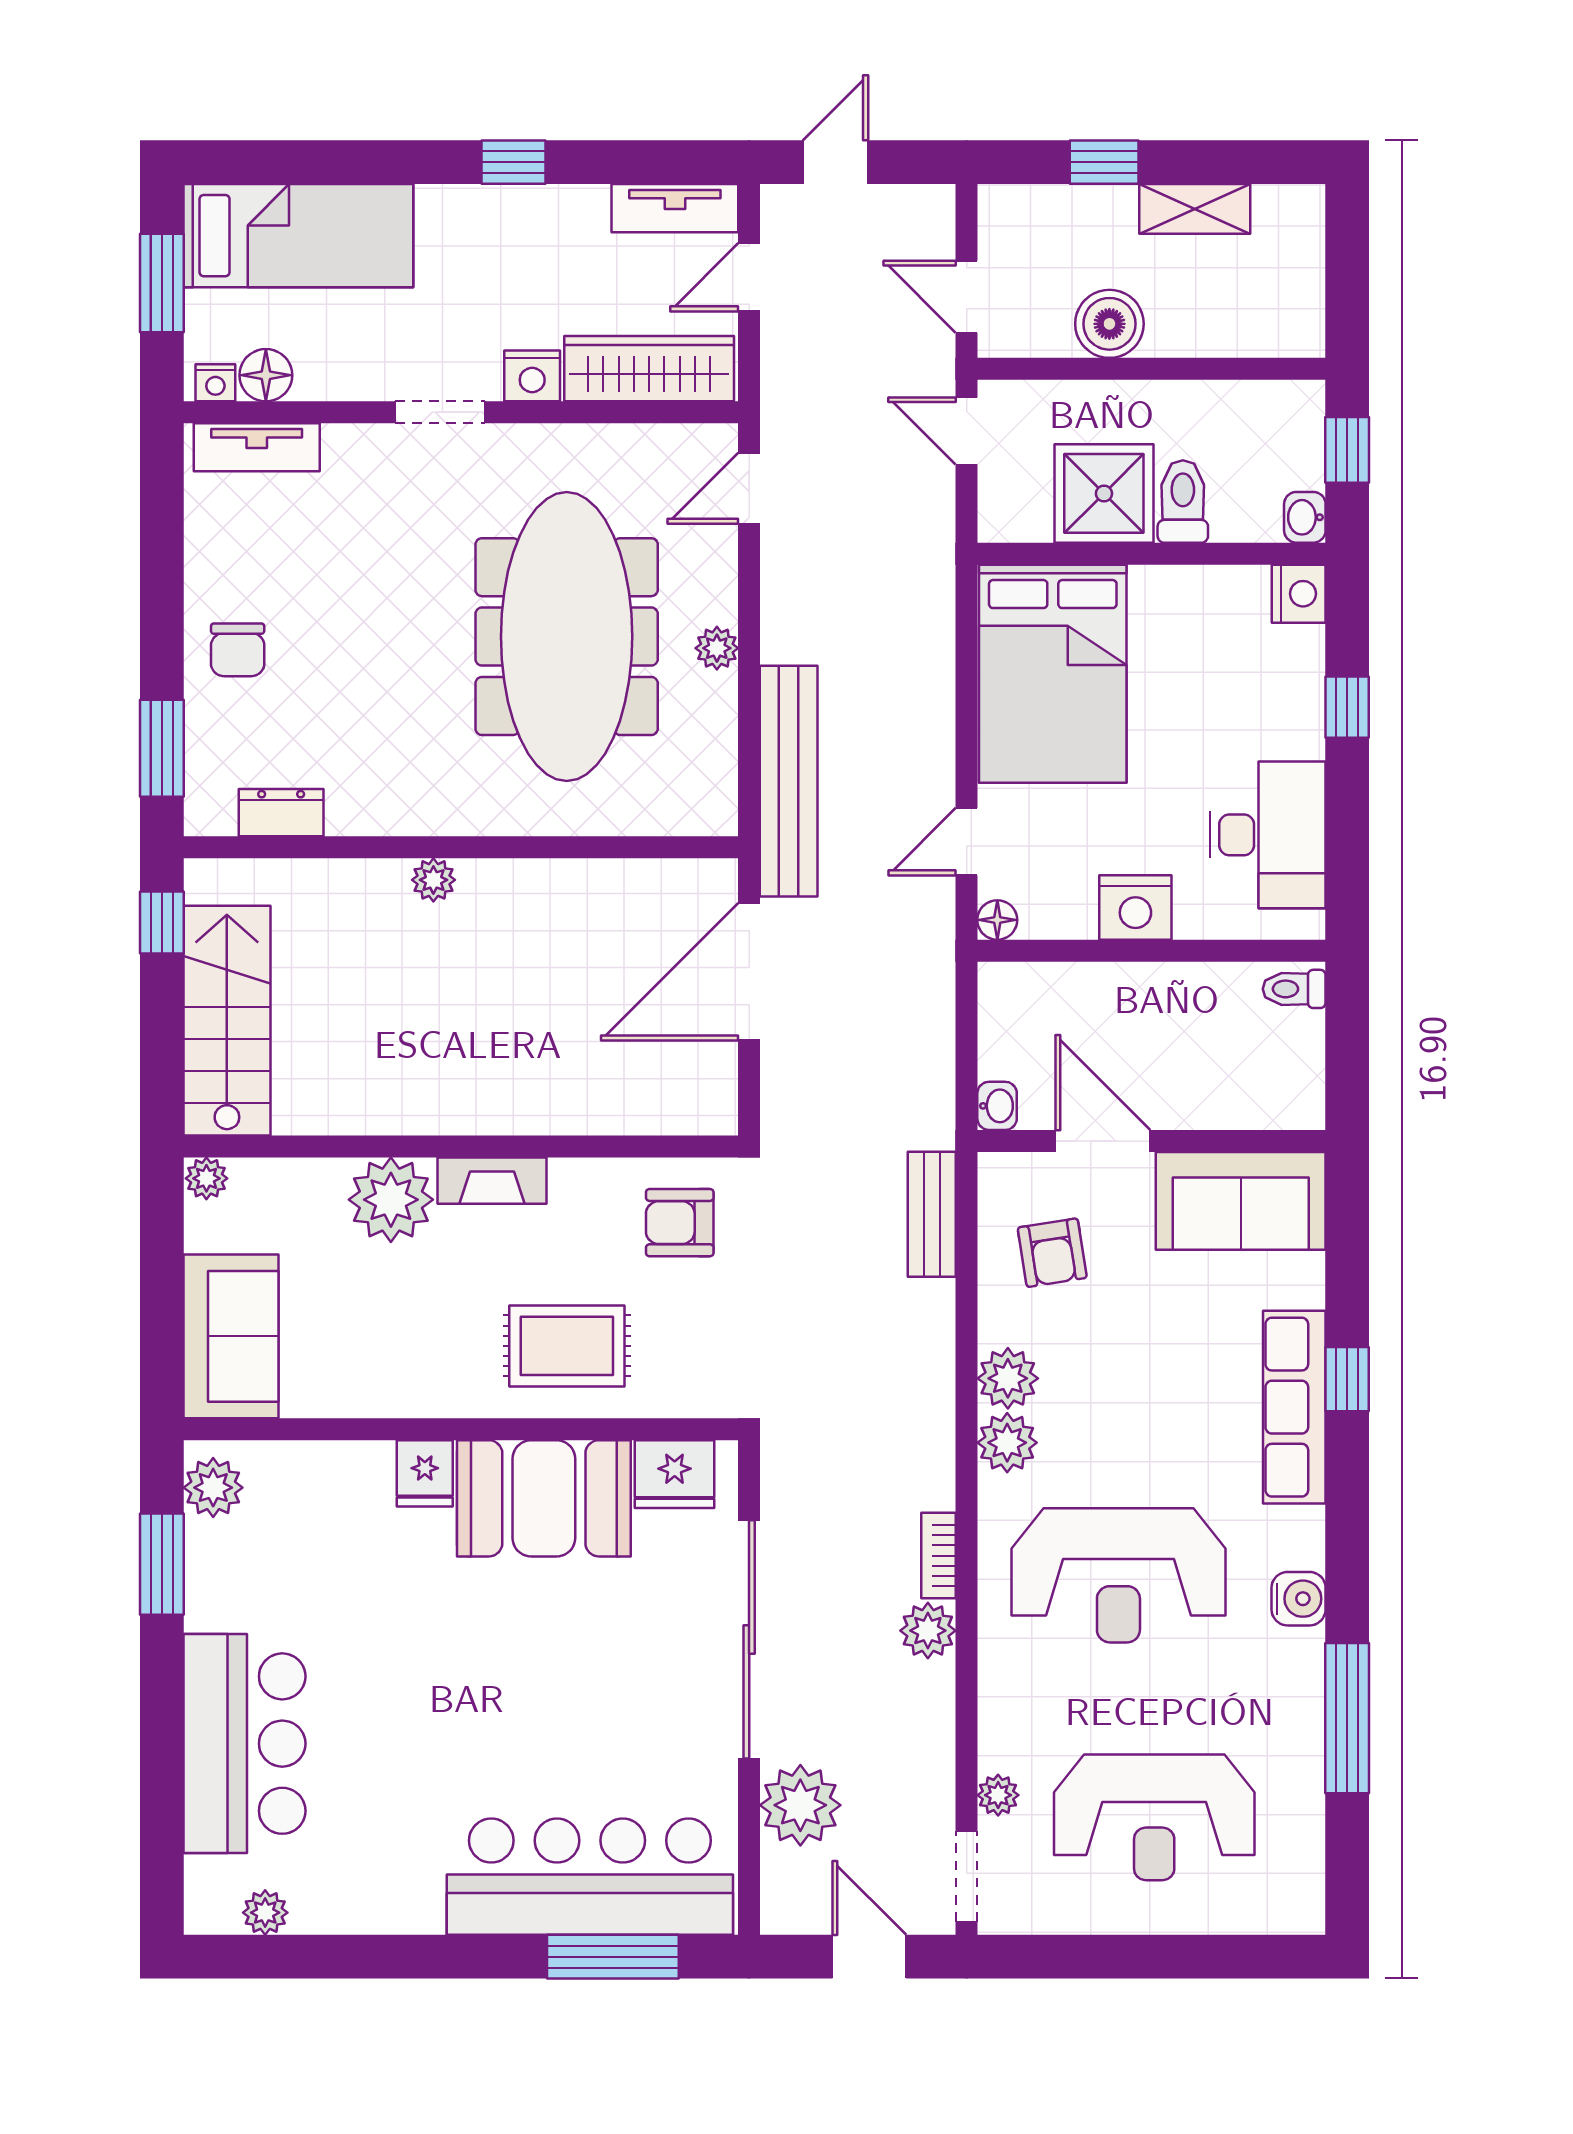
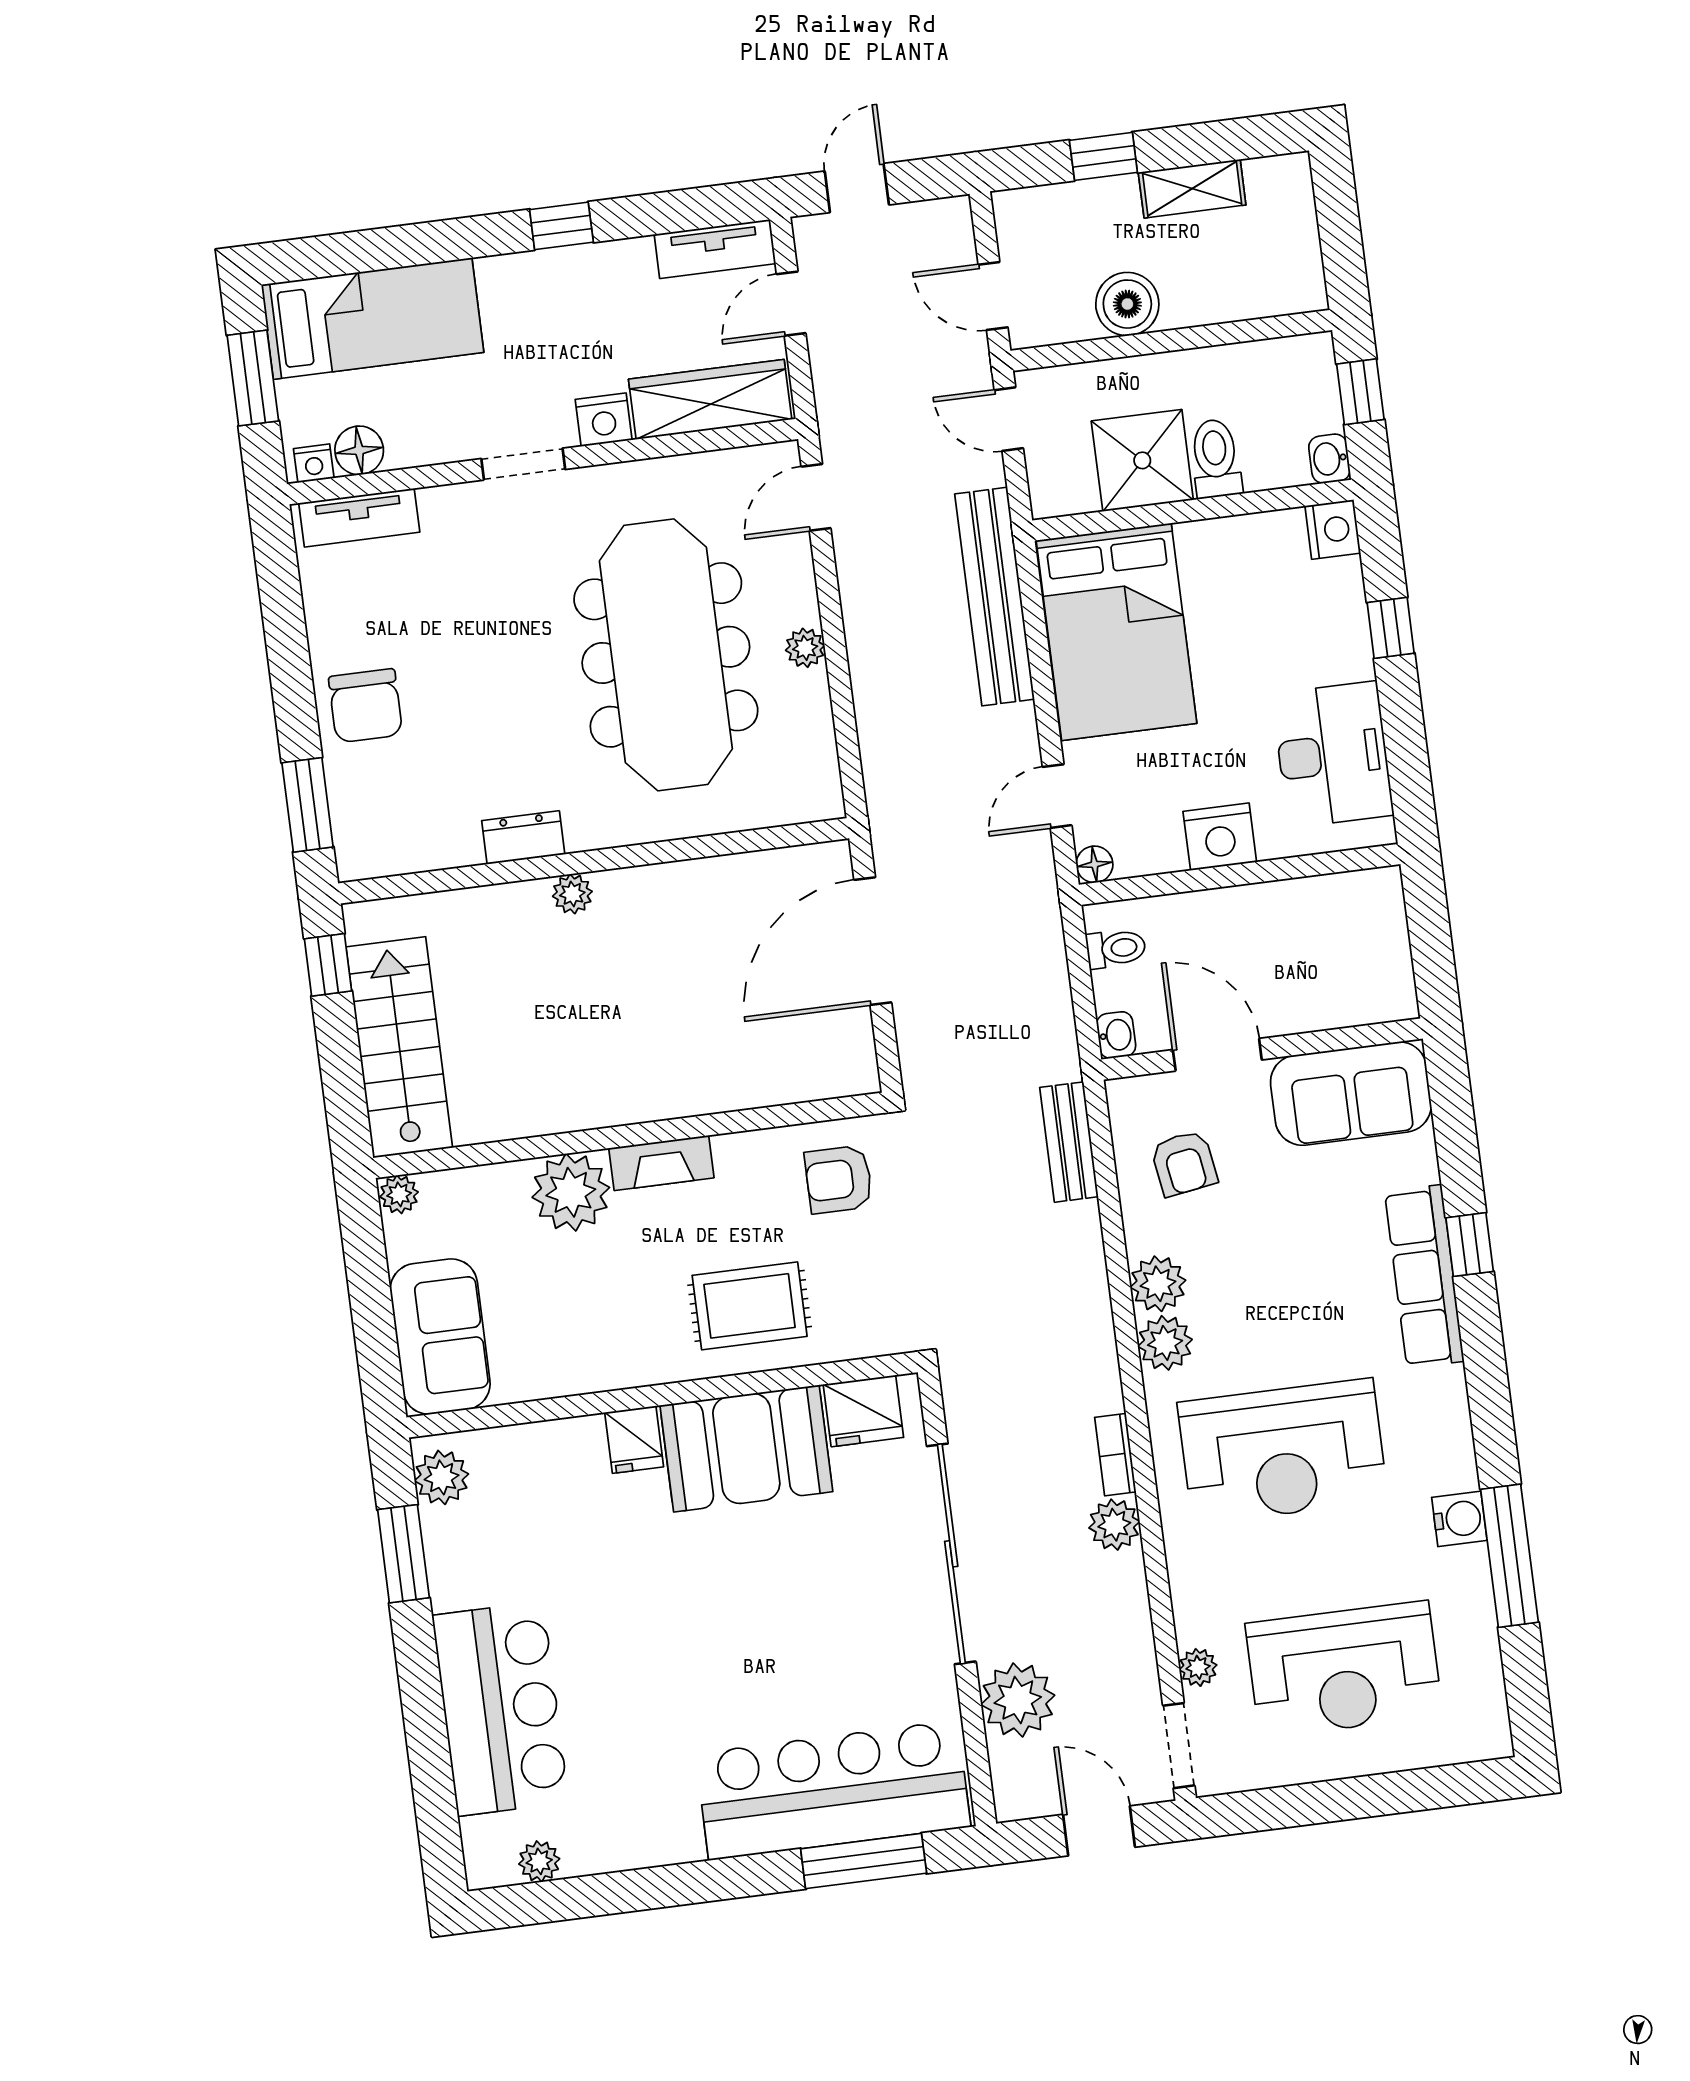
chair: (238, 650) -> (366, 706), width x1.37, depth x1.37
bench: (789, 781) -> (995, 597), moved
dresser: (281, 813) -> (523, 837), moved
toilet: (1294, 989) -> (1116, 948), moved, turned 180
water cooler: (1299, 1599) -> (1459, 1519), moved

